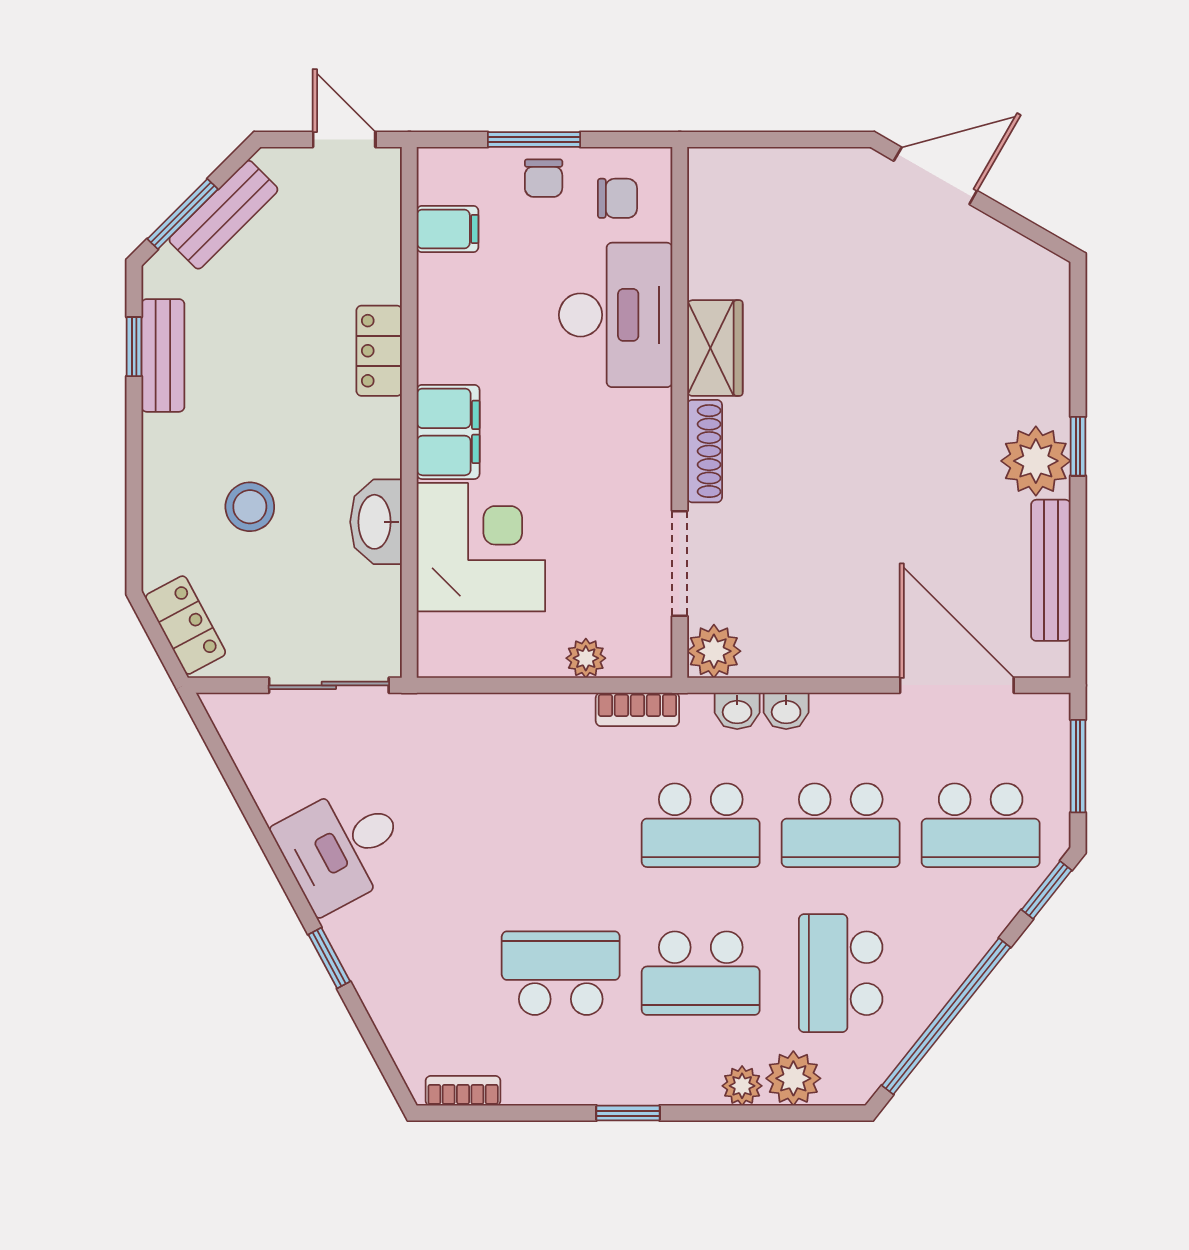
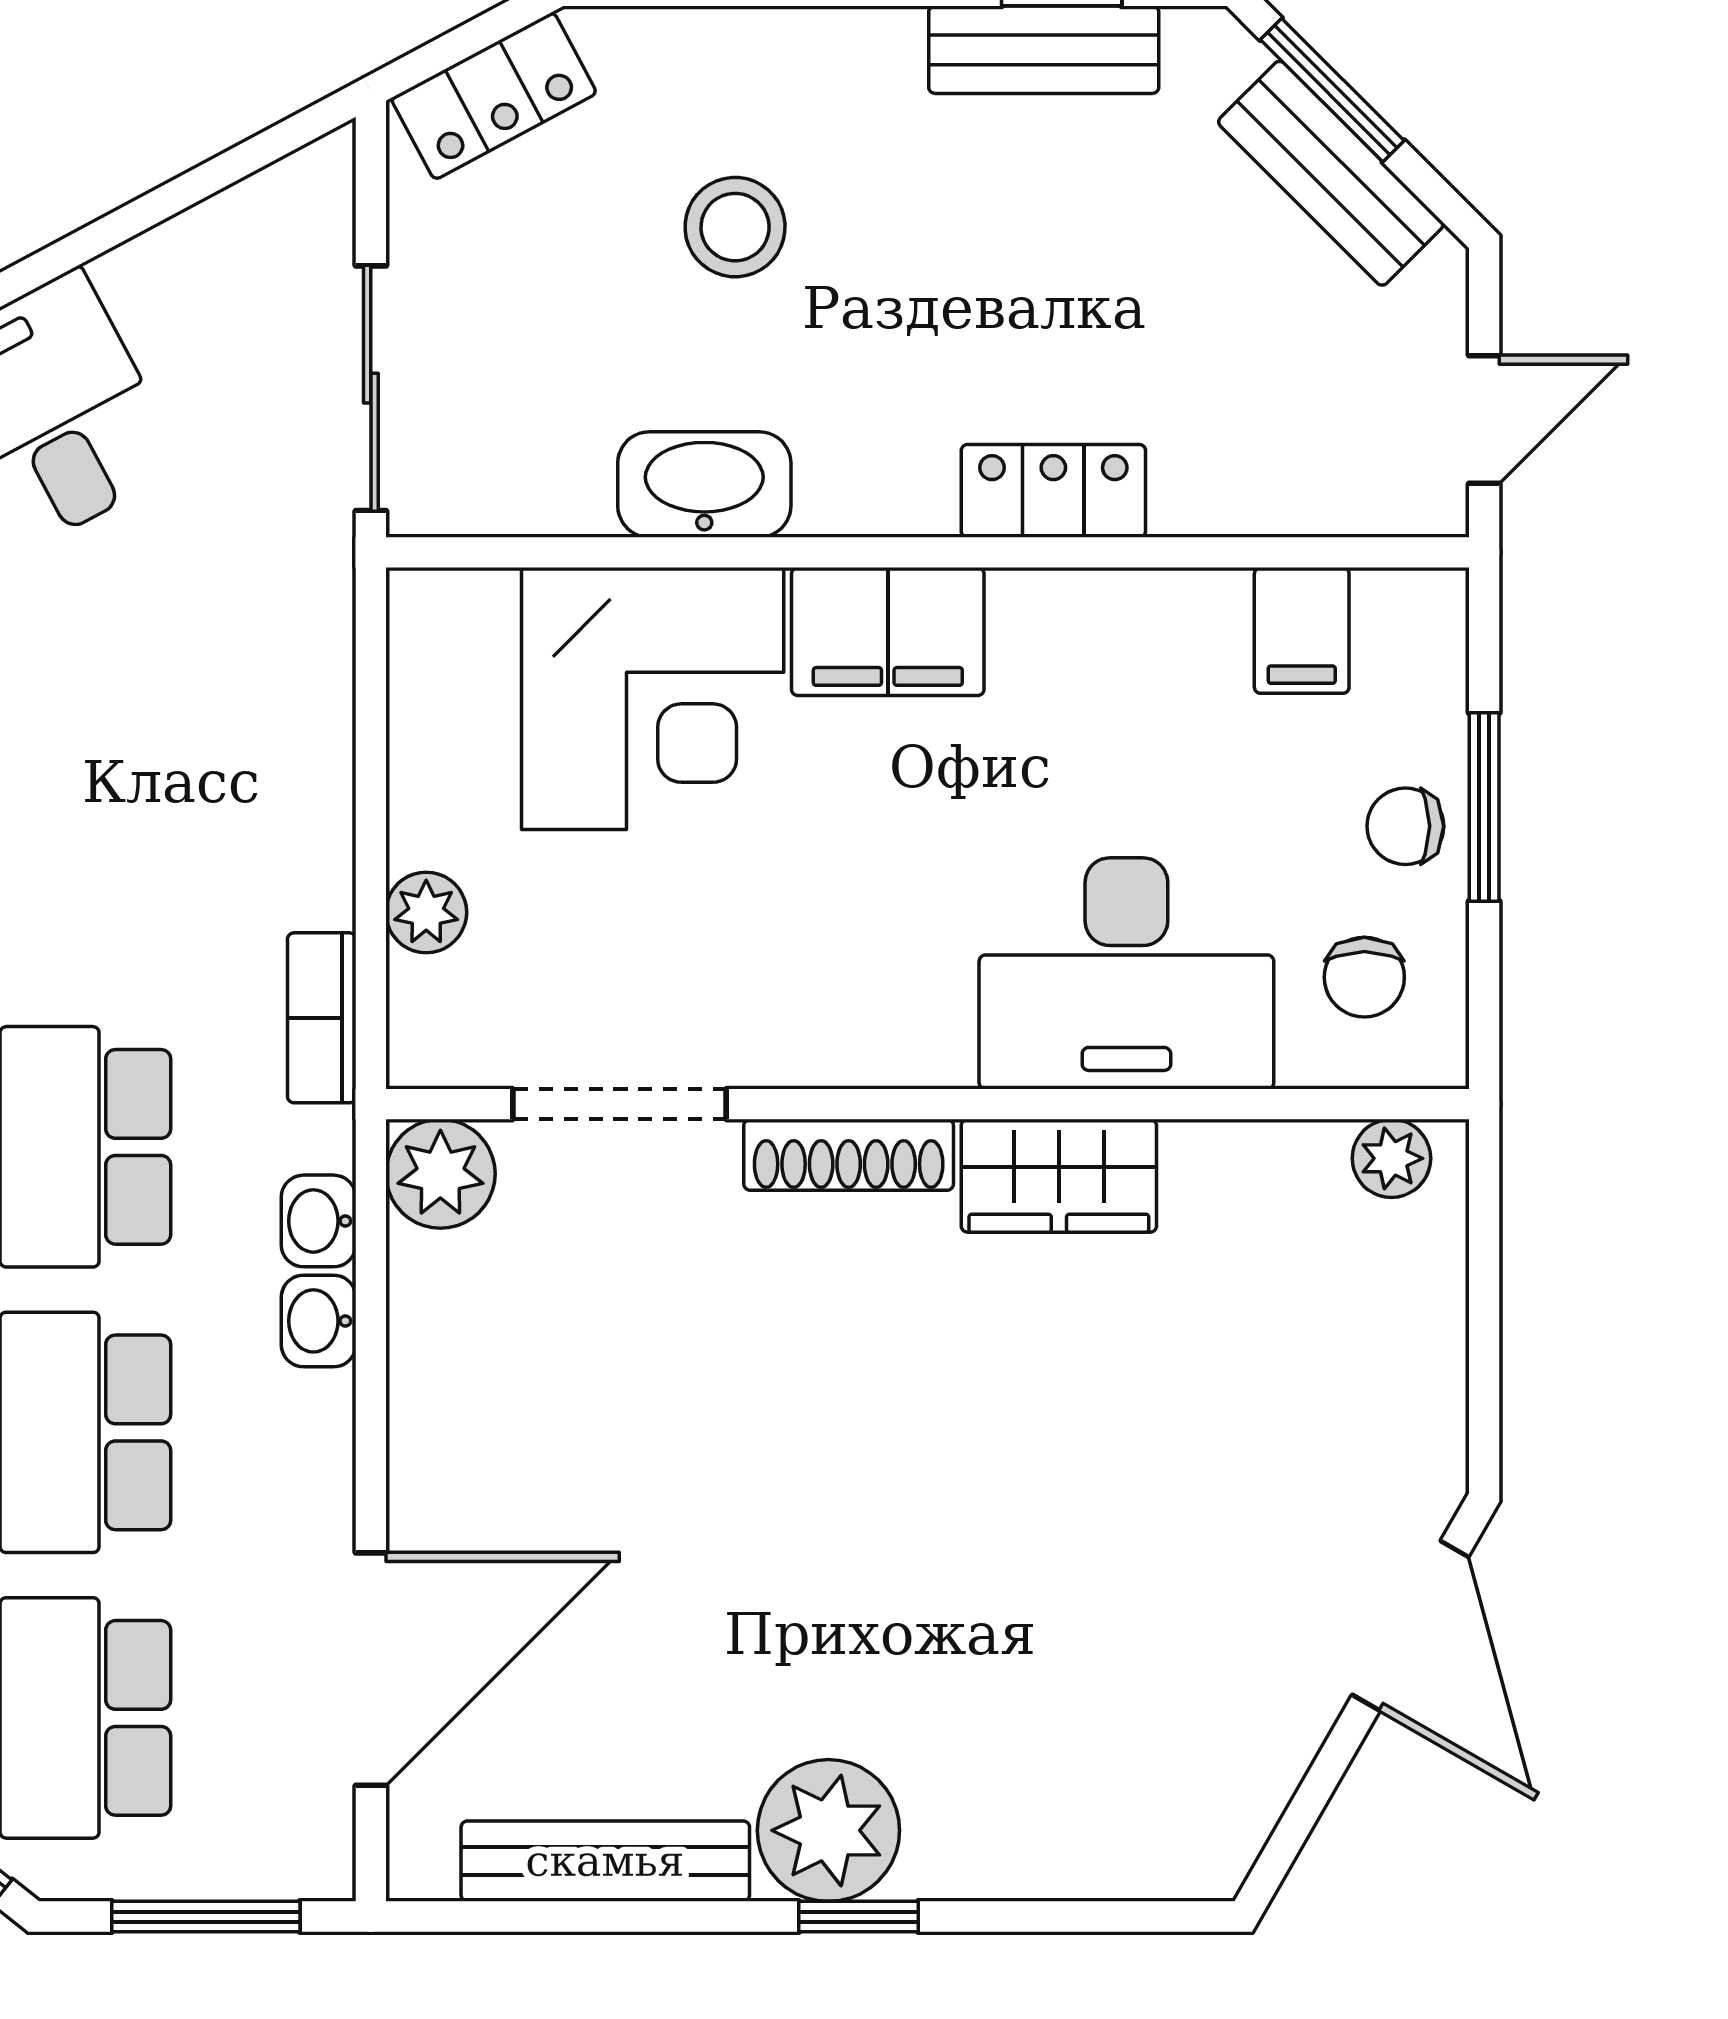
plant: (706, 185) -> (1391, 1158), added

